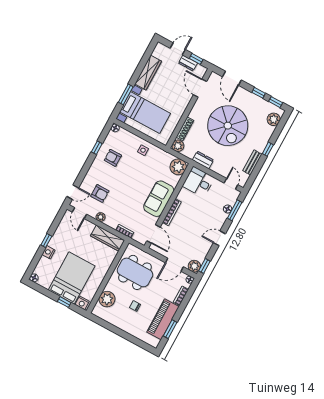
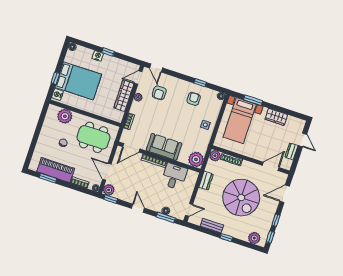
window: (196, 59) -> (296, 158), removed
wardrobe: (148, 72) -> (276, 117), width x0.67
spiral stairs: (228, 126) -> (241, 198), turned -90
desk: (198, 182) -> (174, 176), moved
wardrobe: (108, 238) -> (124, 96), moved
dining table: (135, 272) -> (93, 137), turned 90

